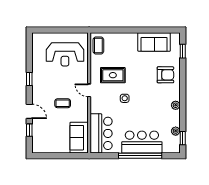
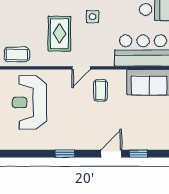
reception desk: (65, 54) -> (29, 102), turned 180
coffee table: (63, 103) -> (100, 90), moved

